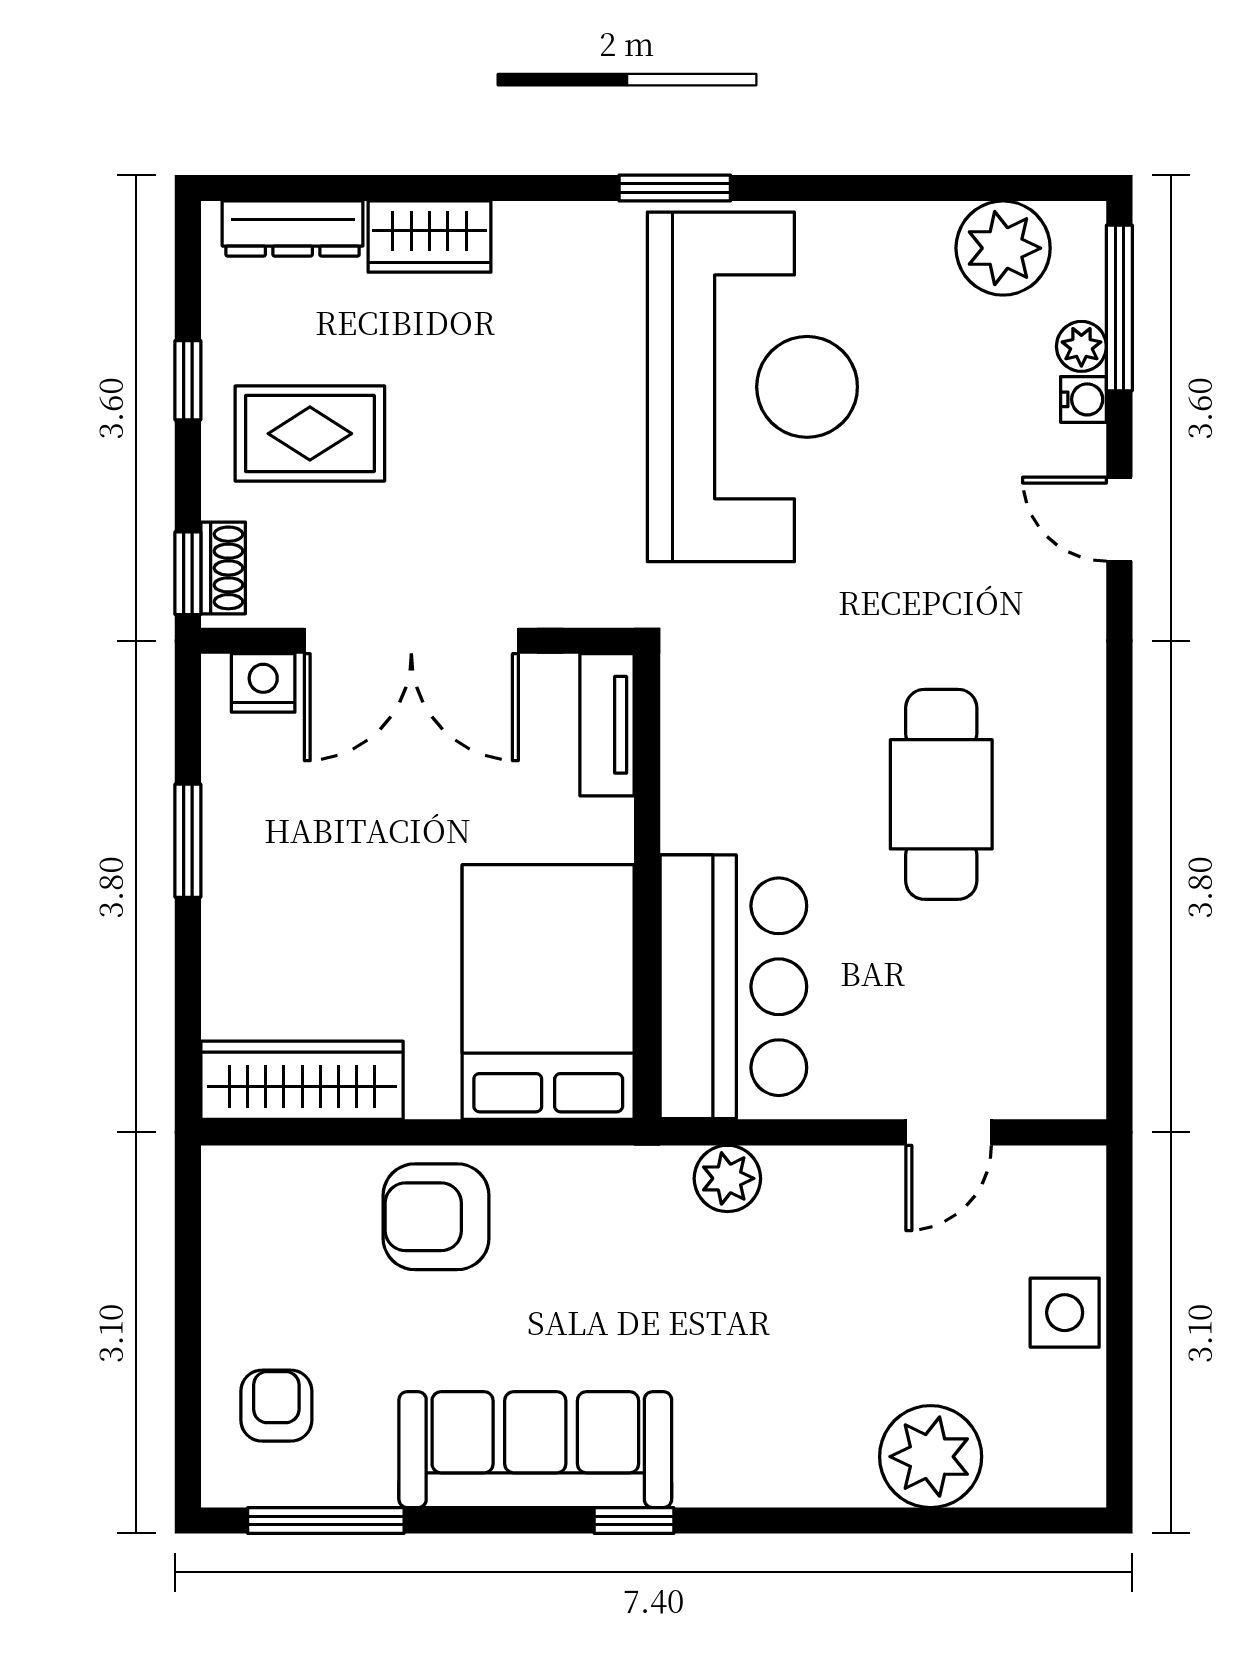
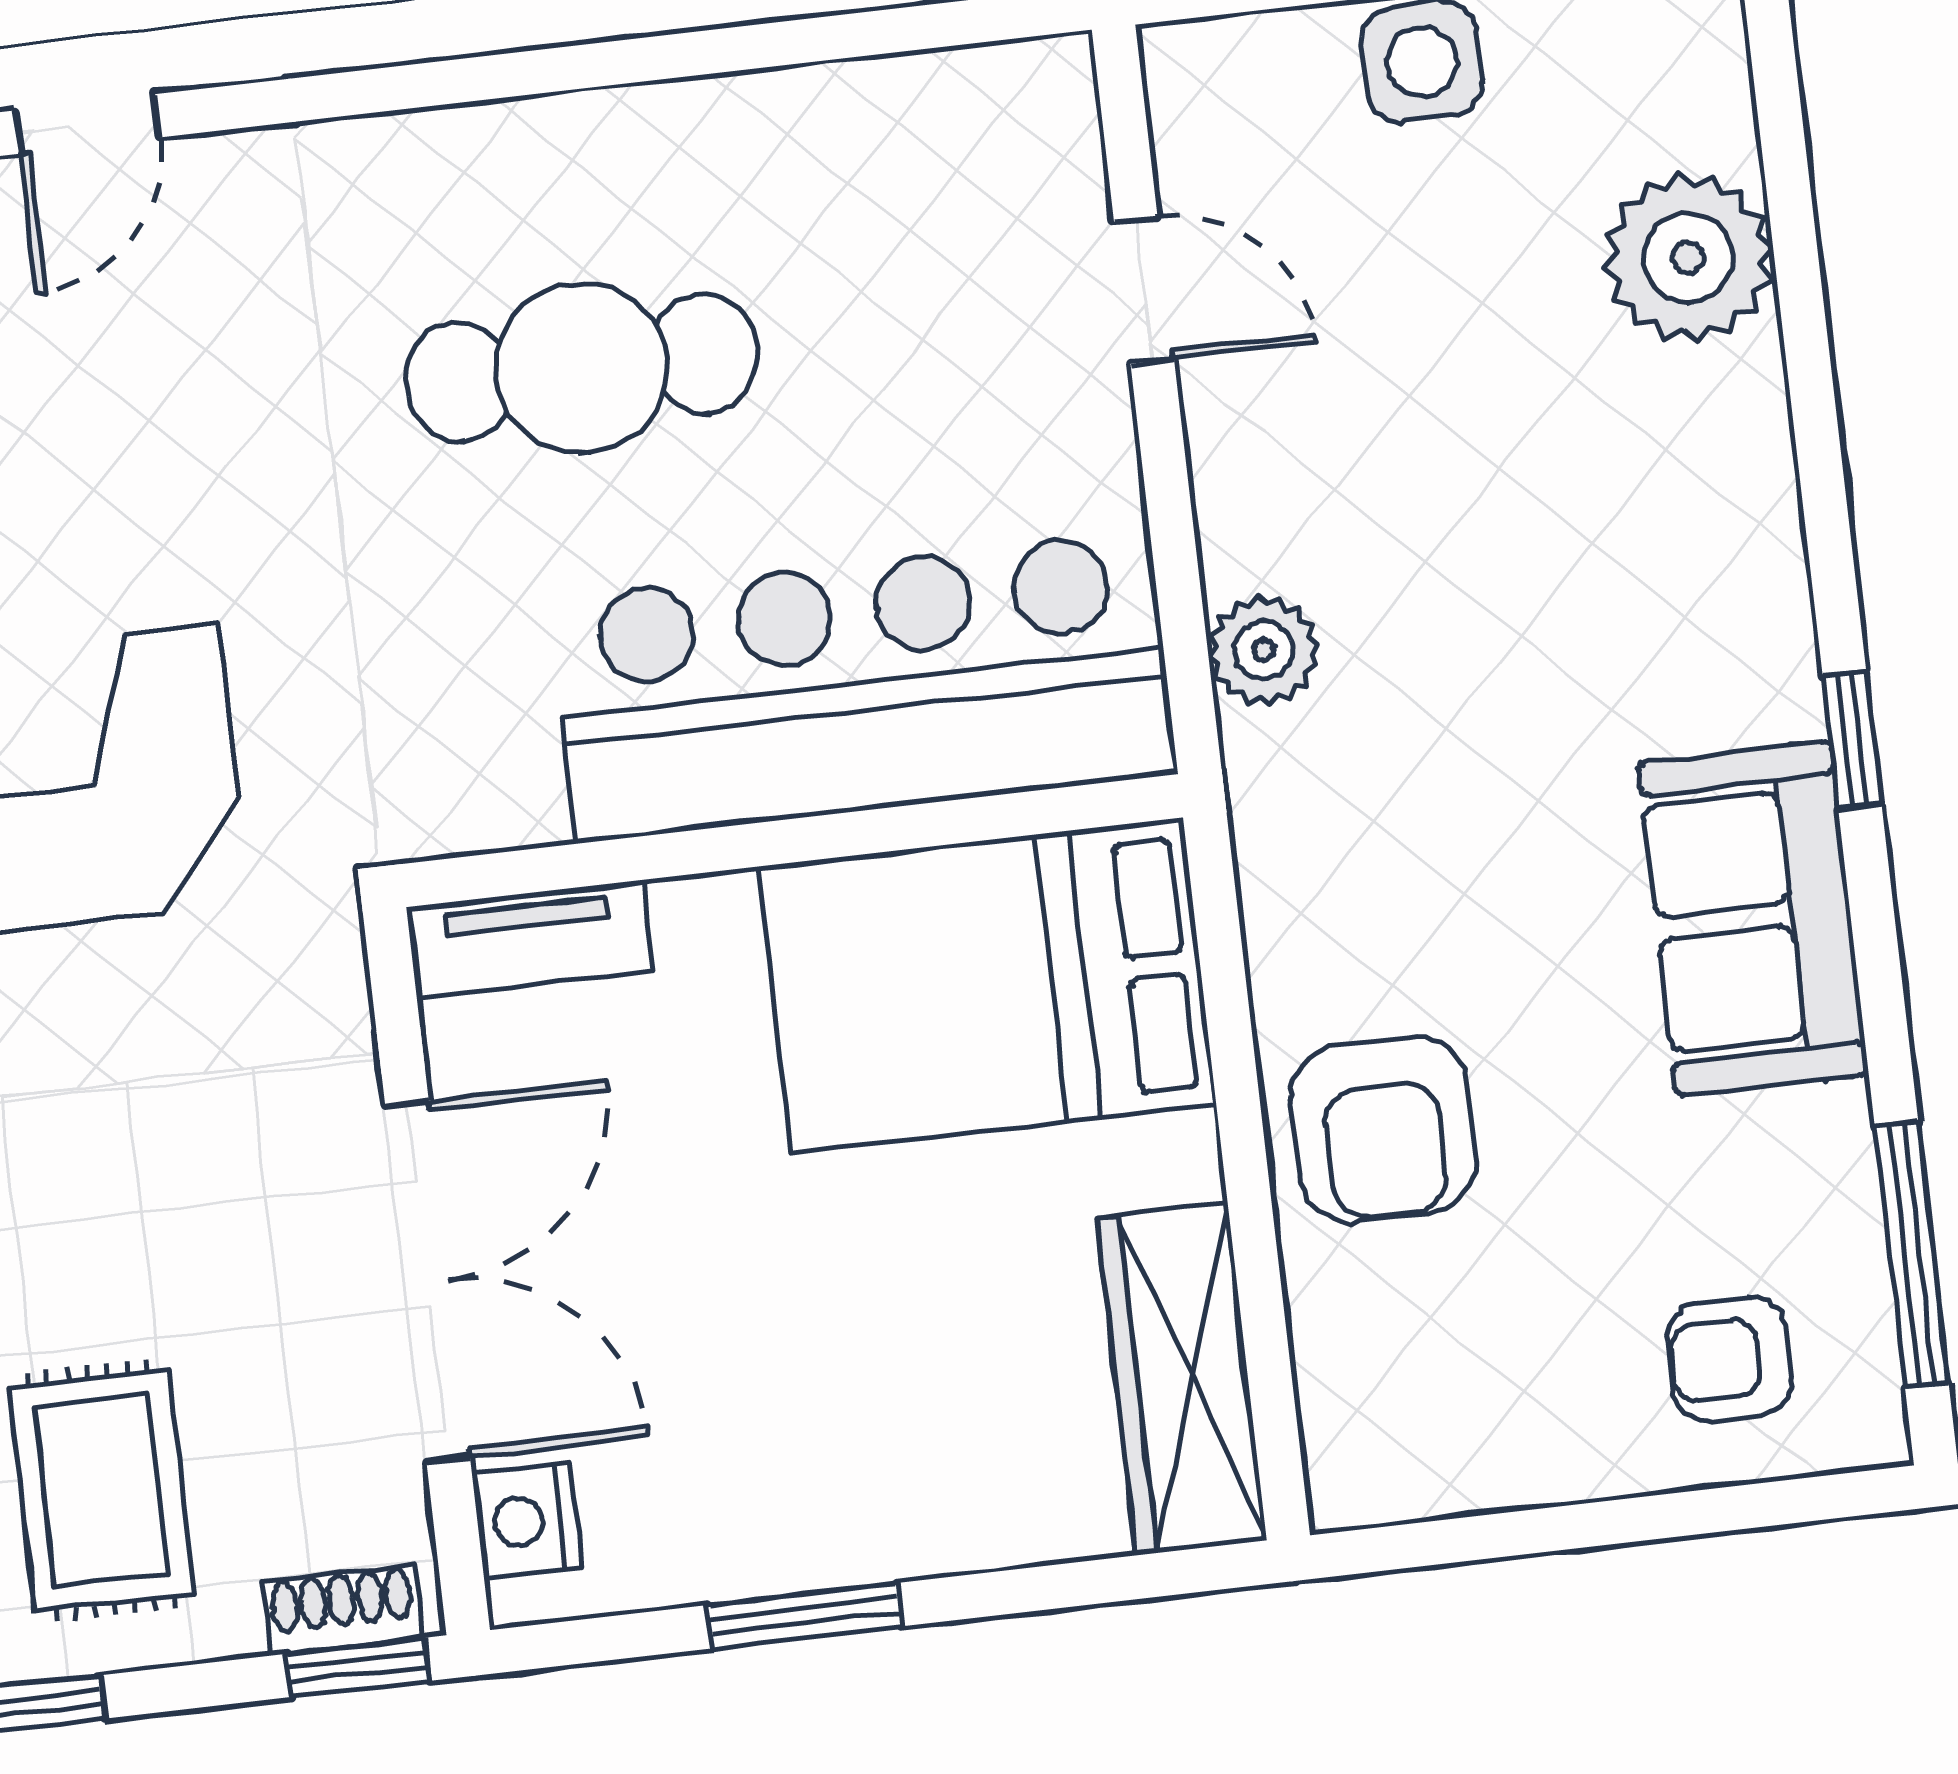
bar counter: (733, 987) -> (863, 687), width x1.36
sofa: (535, 1450) -> (1753, 919), width x0.73

